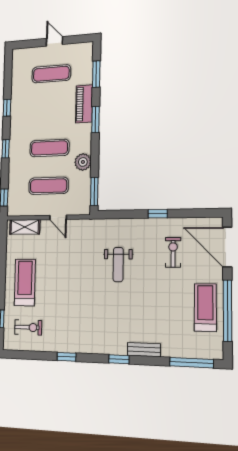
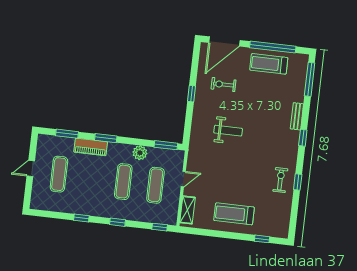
exercise bike: (28, 327) -> (280, 180), moved

